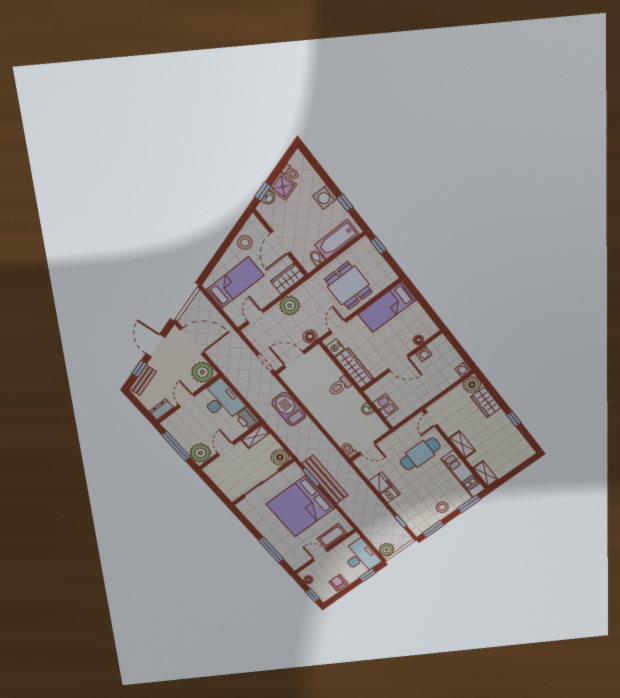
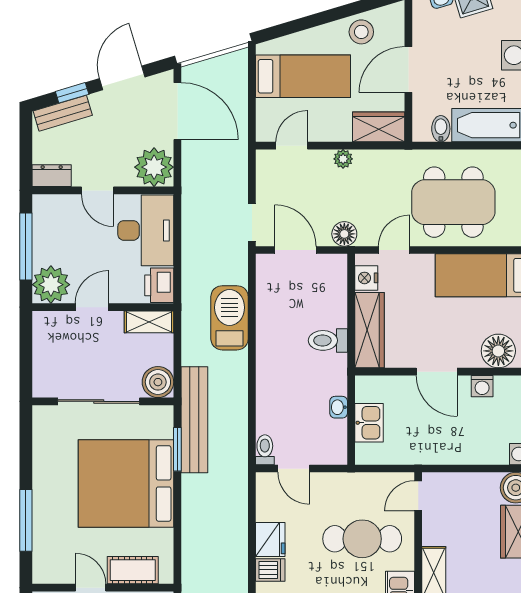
dining table: (348, 286) -> (453, 202), width x1.38
plant: (290, 306) -> (343, 159), width x0.53, depth x0.53
floor lamp: (419, 340) -> (498, 351), width x1.89, depth x1.89
door: (186, 400) -> (98, 190), swing flipped
bench: (325, 479) -> (194, 420), moved

